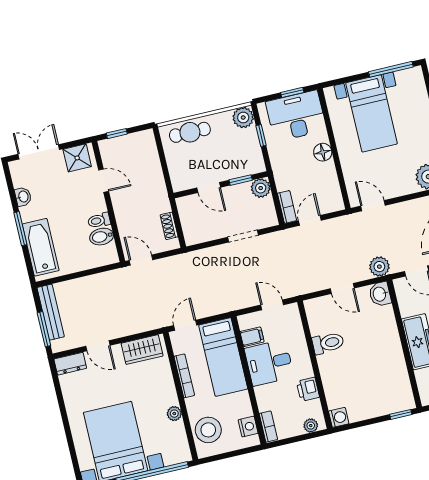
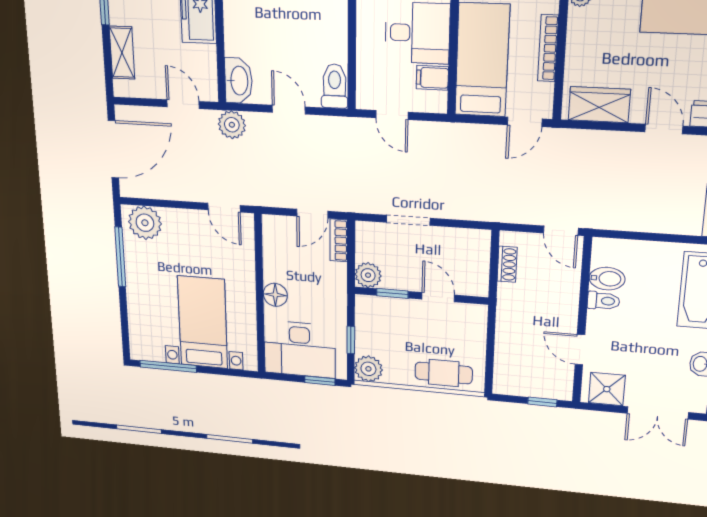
window: (292, 92) -> (320, 381), moved
washbasin: (380, 294) -> (239, 81), width x1.38
toilet: (328, 343) -> (335, 86), moved, turned 90

